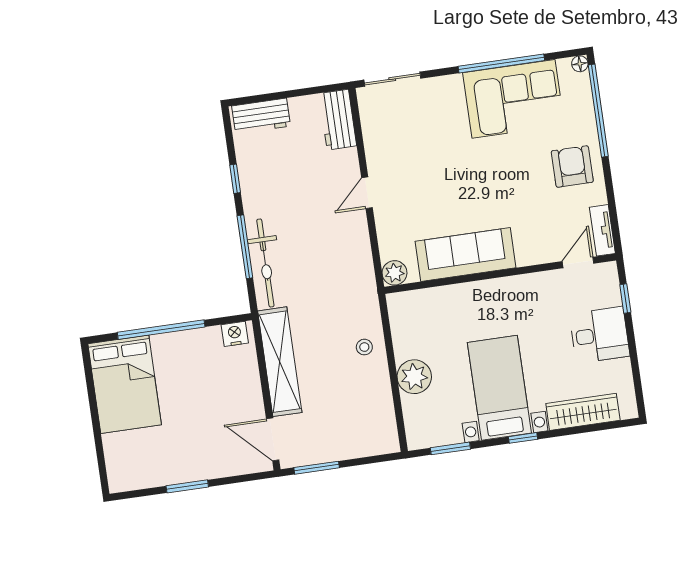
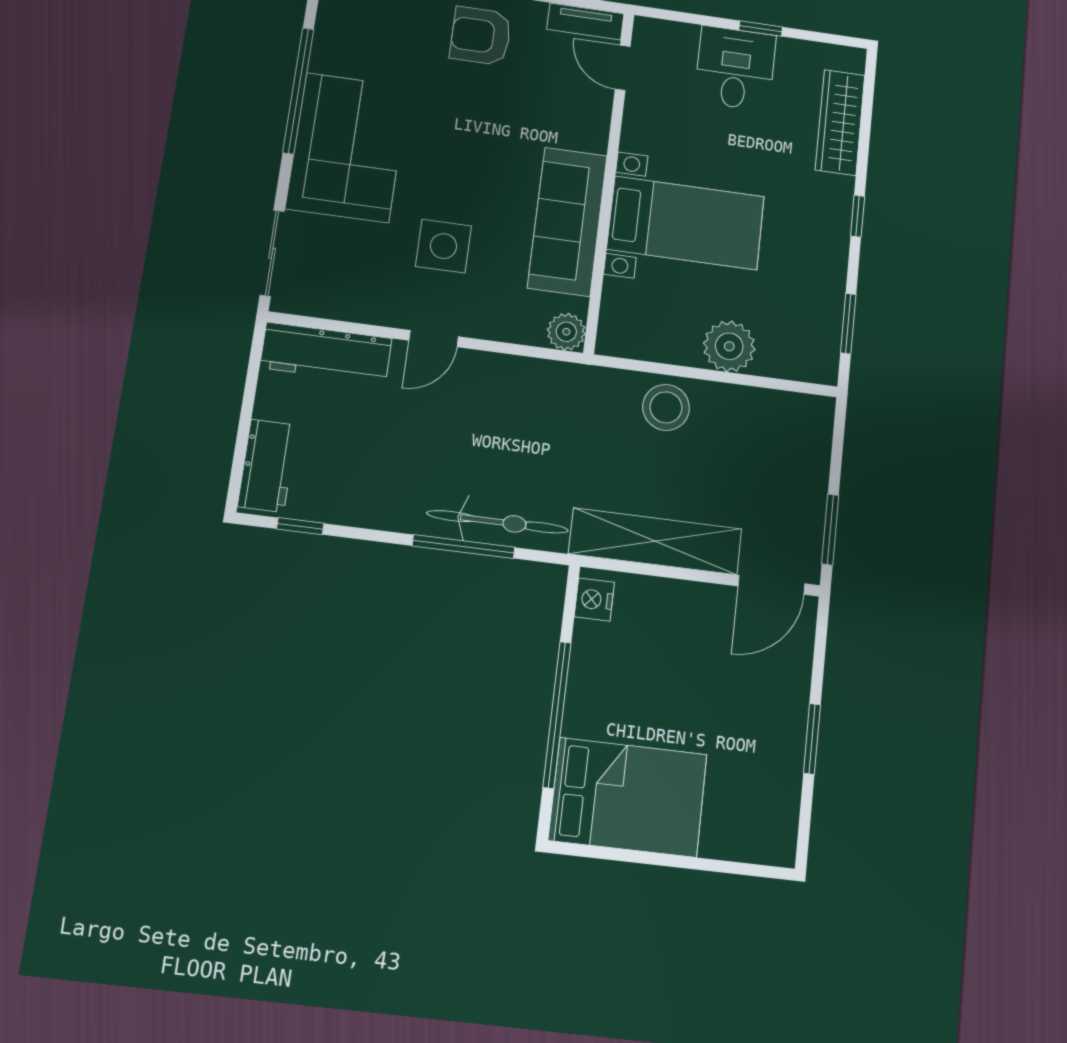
corner sofa: (514, 99) -> (347, 147), moved
workbench: (338, 120) -> (326, 353), width x1.38
window: (235, 179) -> (300, 526), moved
side table: (427, 182) -> (443, 246), added
door: (367, 193) -> (434, 339), hinge flipped
window: (625, 299) -> (761, 29), moved
stool: (364, 347) -> (666, 407), width x1.89, depth x1.89
bed with nightstands: (499, 388) -> (686, 223), moved, turned 180

